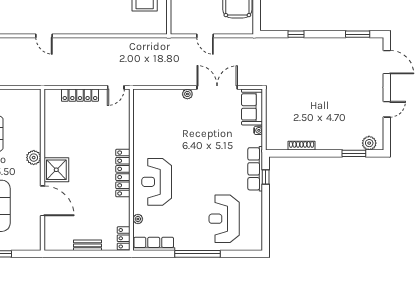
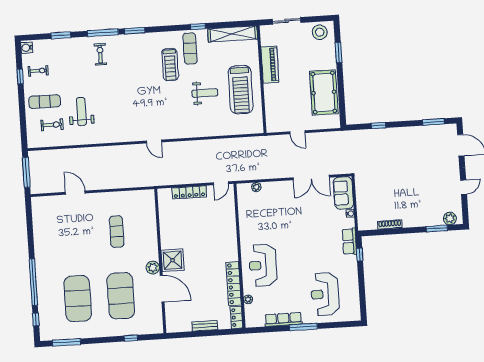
double door: (217, 87) -> (311, 177), swing flipped
plant: (187, 94) -> (256, 187), moved
plant: (34, 158) -> (153, 268), moved
row of seats: (255, 169) -> (349, 241), width x0.68
locker: (123, 173) -> (234, 284), moved
row of seats: (154, 244) -> (283, 319), moved
window: (198, 254) -> (303, 327), width x0.68

